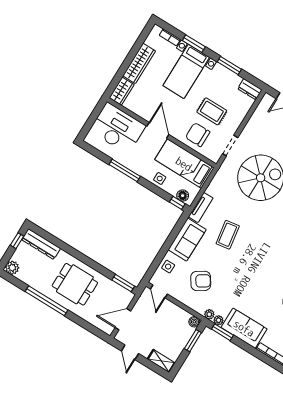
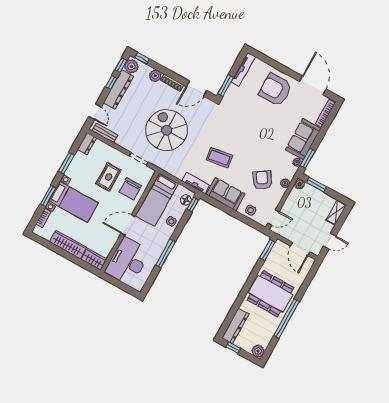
bench: (261, 109) -> (105, 133), added
dining table: (75, 284) -> (270, 294), width x1.38
plant: (209, 314) -> (285, 183), moved

